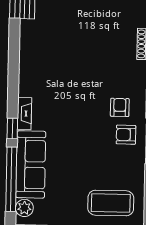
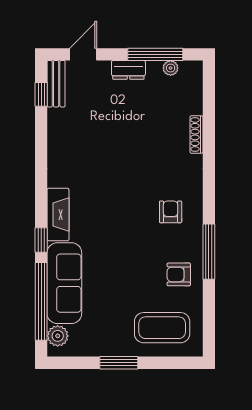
fireplace: (24, 114) -> (58, 215), width x1.37, depth x1.32
armchair: (126, 135) -> (179, 274), moved

